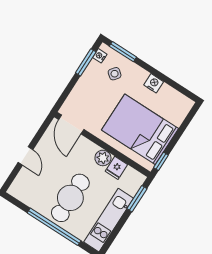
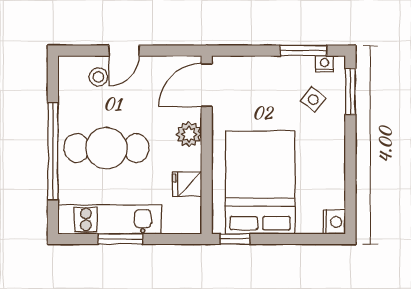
nightstand: (154, 83) -> (334, 222), moved
plant: (103, 158) -> (189, 134), moved
stool: (31, 178) -> (98, 77), added
window: (137, 199) -> (120, 239), moved

